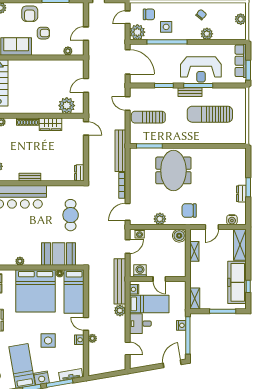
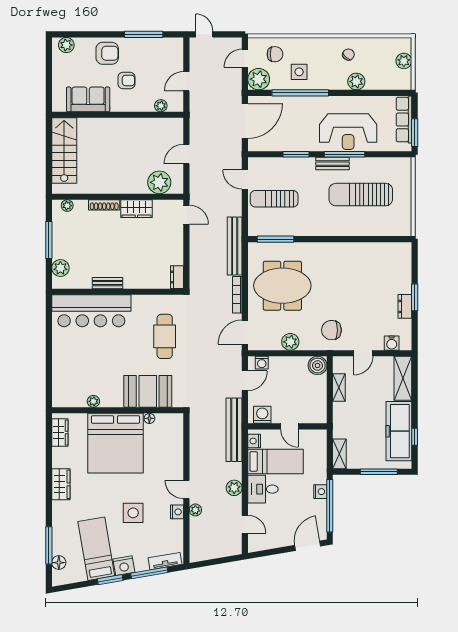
armchair: (30, 14) -> (107, 53), turned -90
door: (128, 62) -> (245, 121), hinge flipped
meeting table: (173, 170) -> (282, 286), moved, turned 90
bed: (74, 292) -> (170, 444), removed
plant: (120, 311) -> (234, 488), moved

